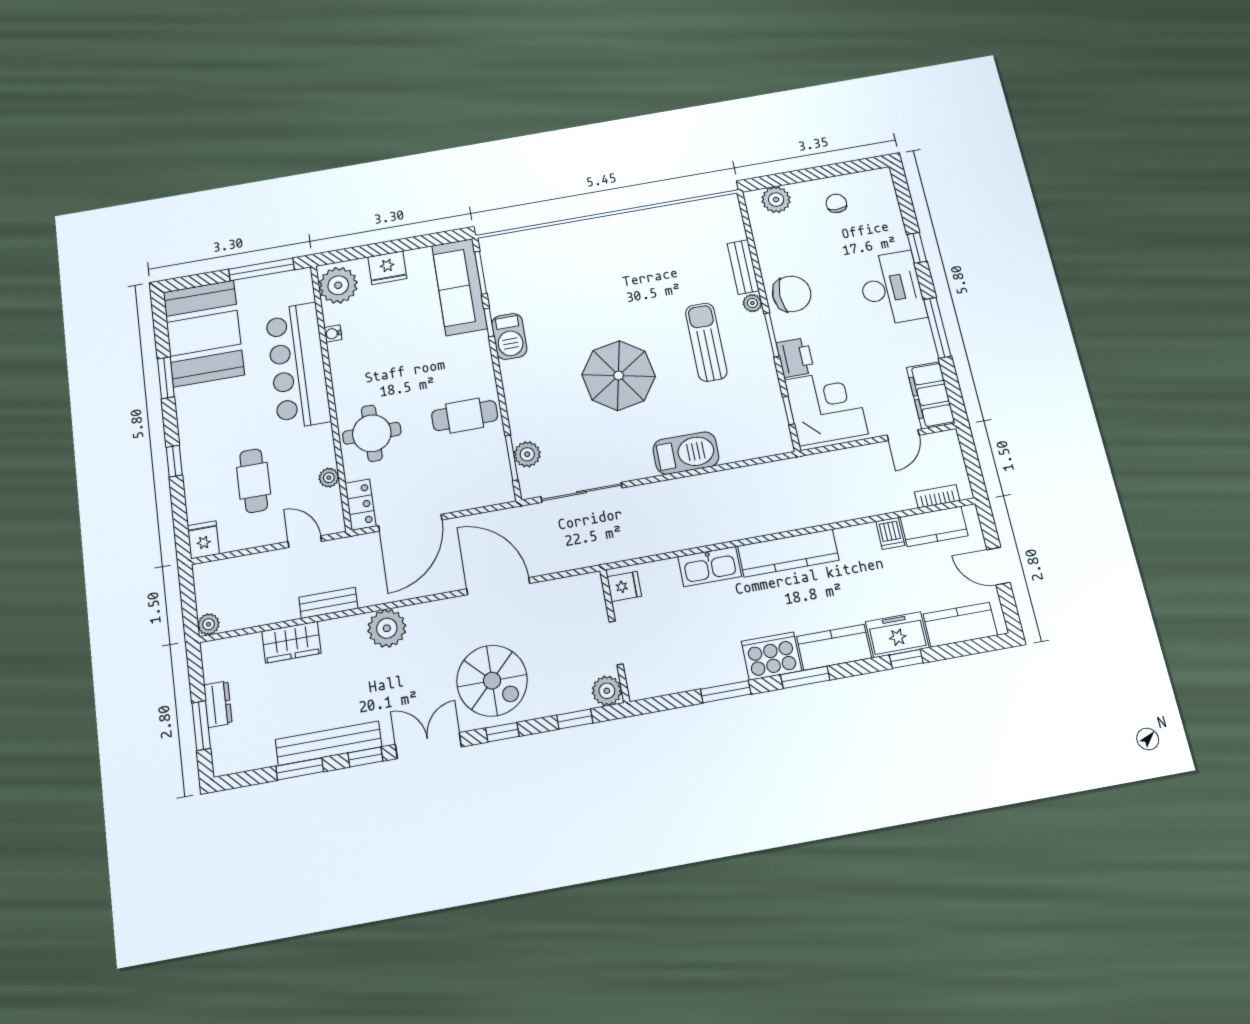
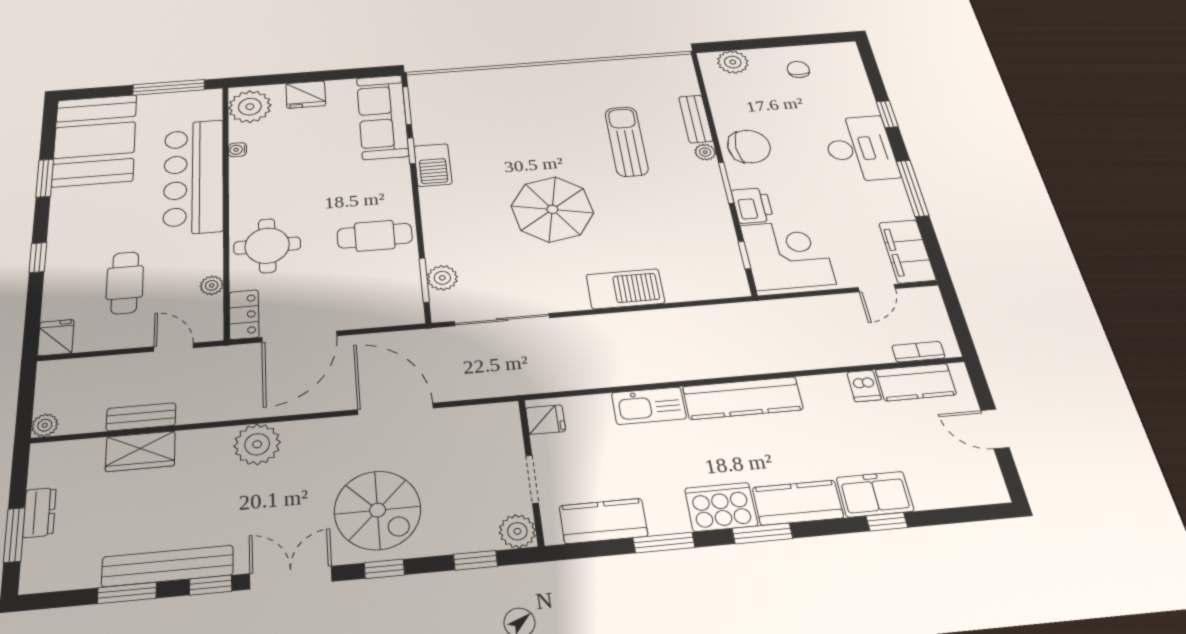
sun lounger: (706, 342) -> (627, 141), moved
bench: (328, 603) -> (141, 417), moved
kitchen counter: (960, 625) -> (603, 521), moved

